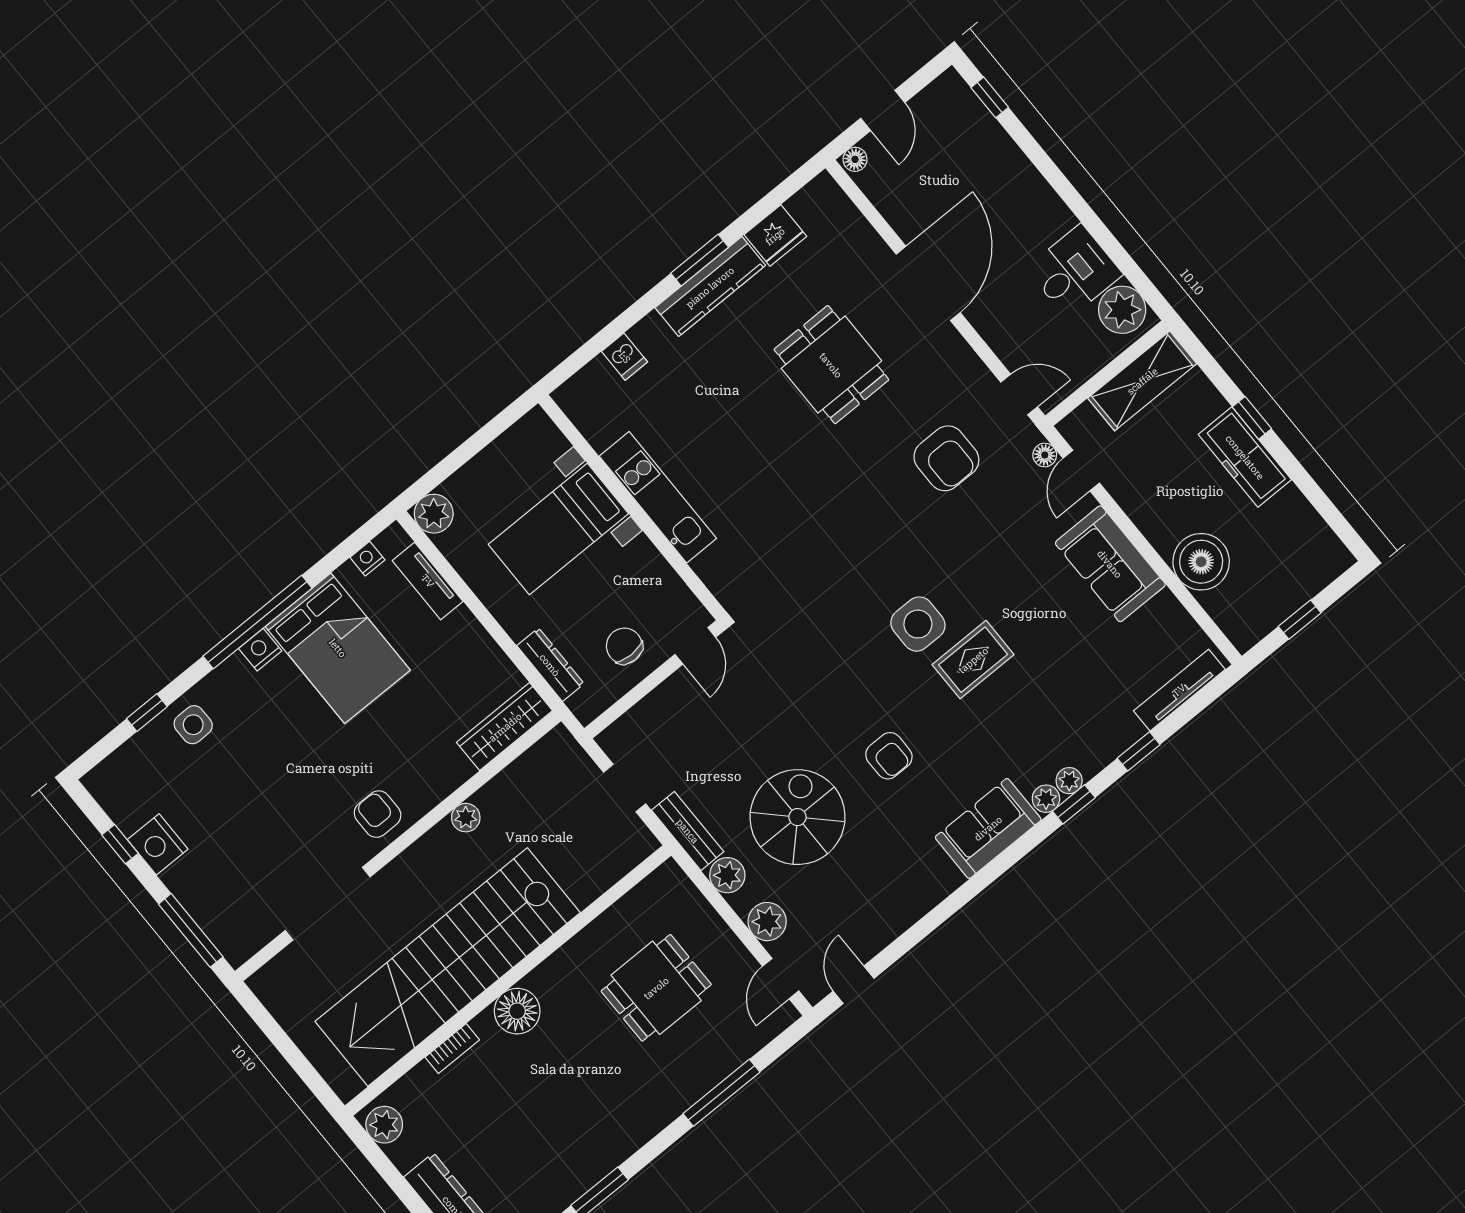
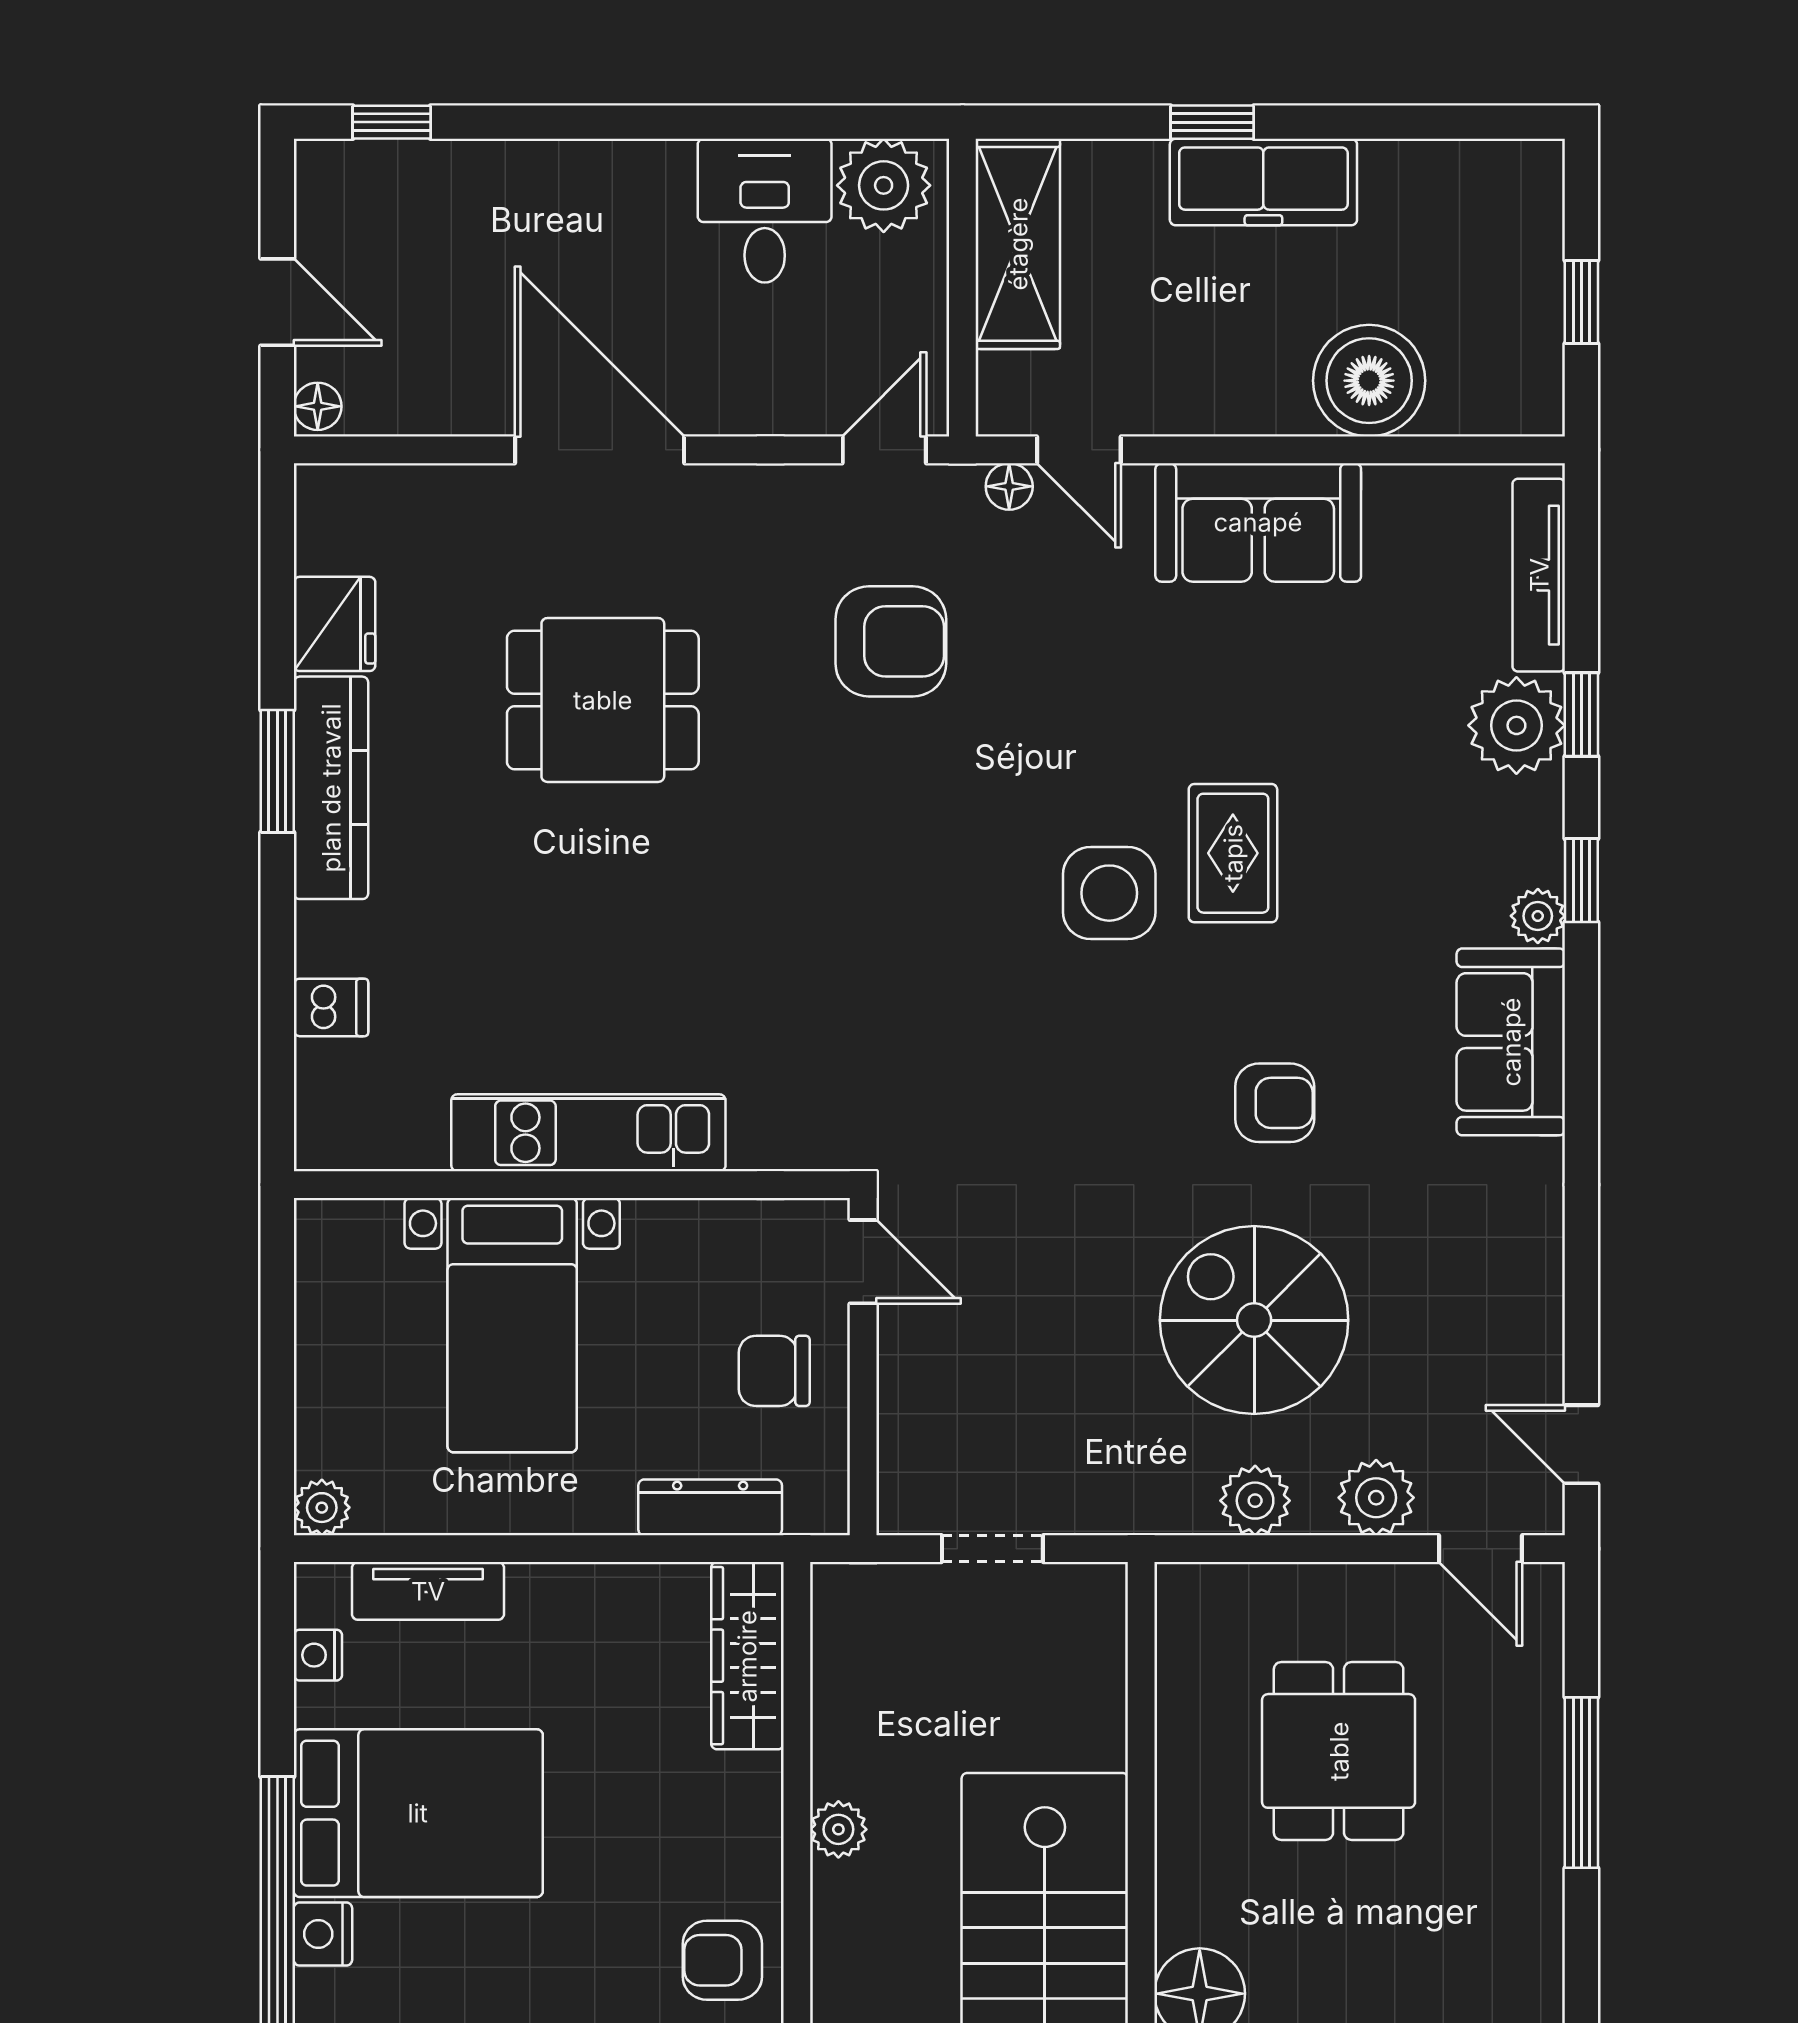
plant: (434, 514) -> (322, 1508), width x0.73, depth x0.73
plant: (1069, 781) -> (1516, 725), moved, width x1.88, depth x1.88
bench: (688, 831) -> (1137, 1506), removed

